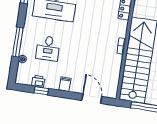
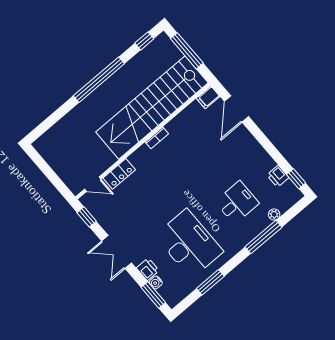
filing cabinet: (65, 84) -> (208, 97), moved
window: (41, 91) -> (296, 179), moved

